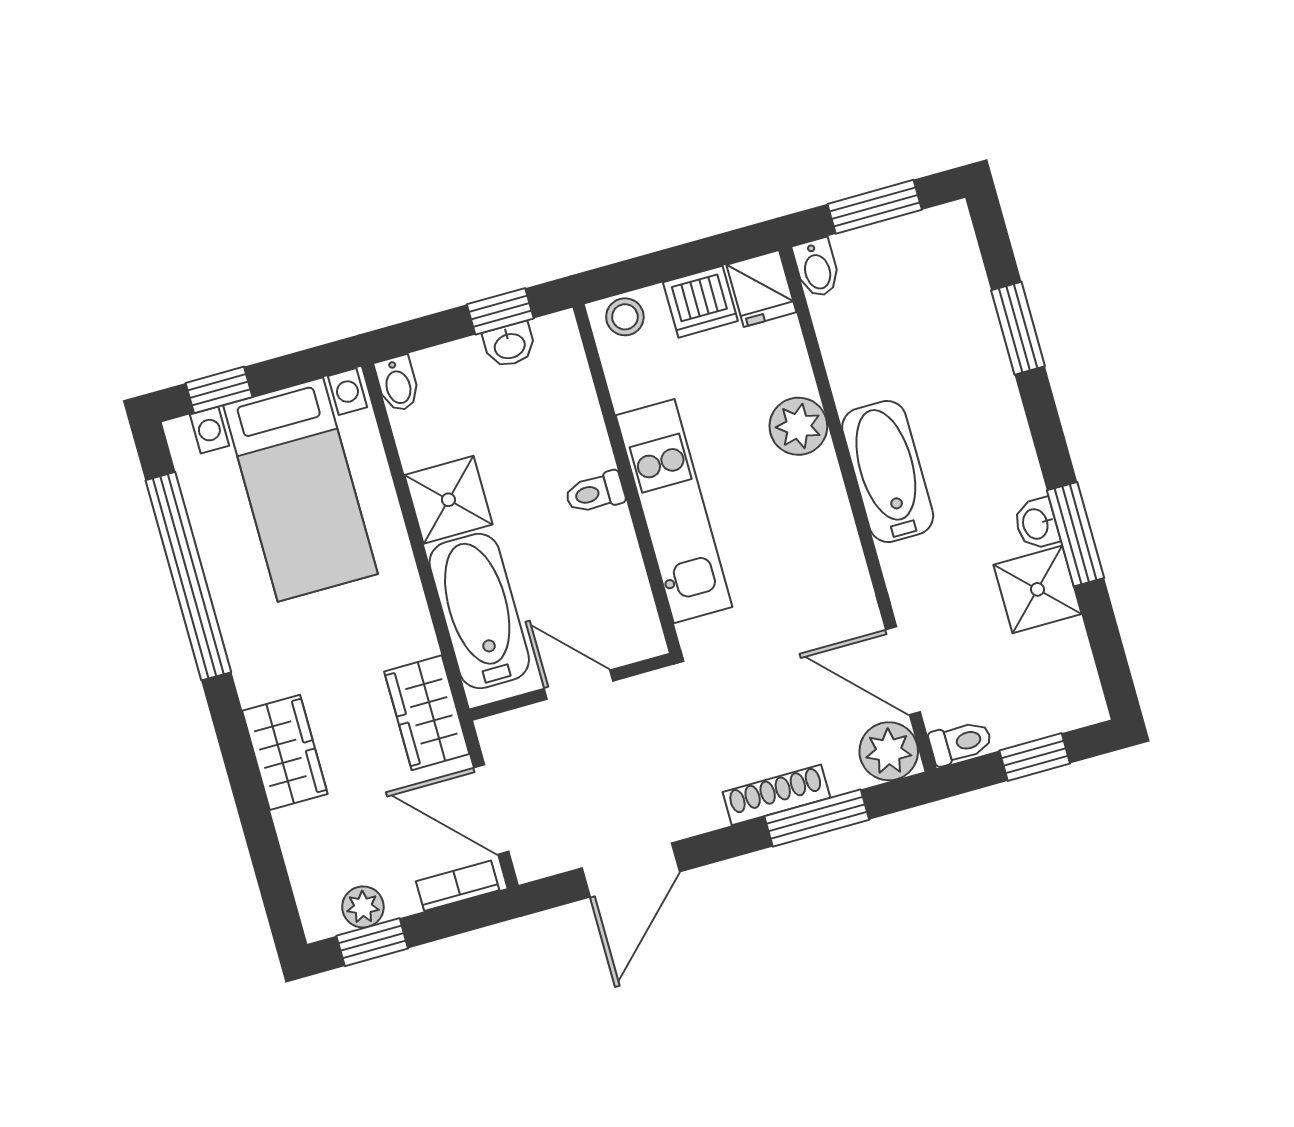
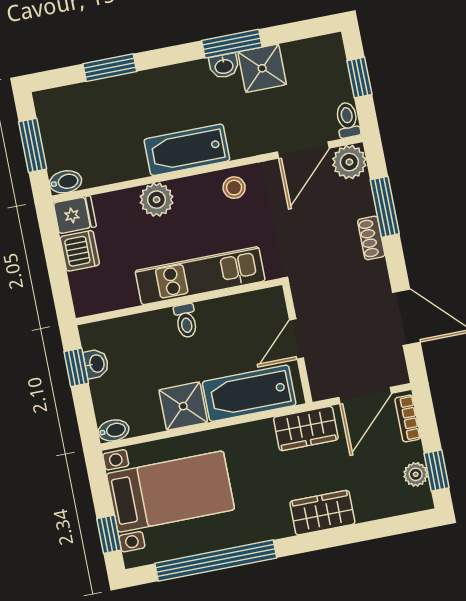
stool: (625, 317) -> (234, 188), moved
shoe rack: (776, 795) -> (371, 238), width x0.70

